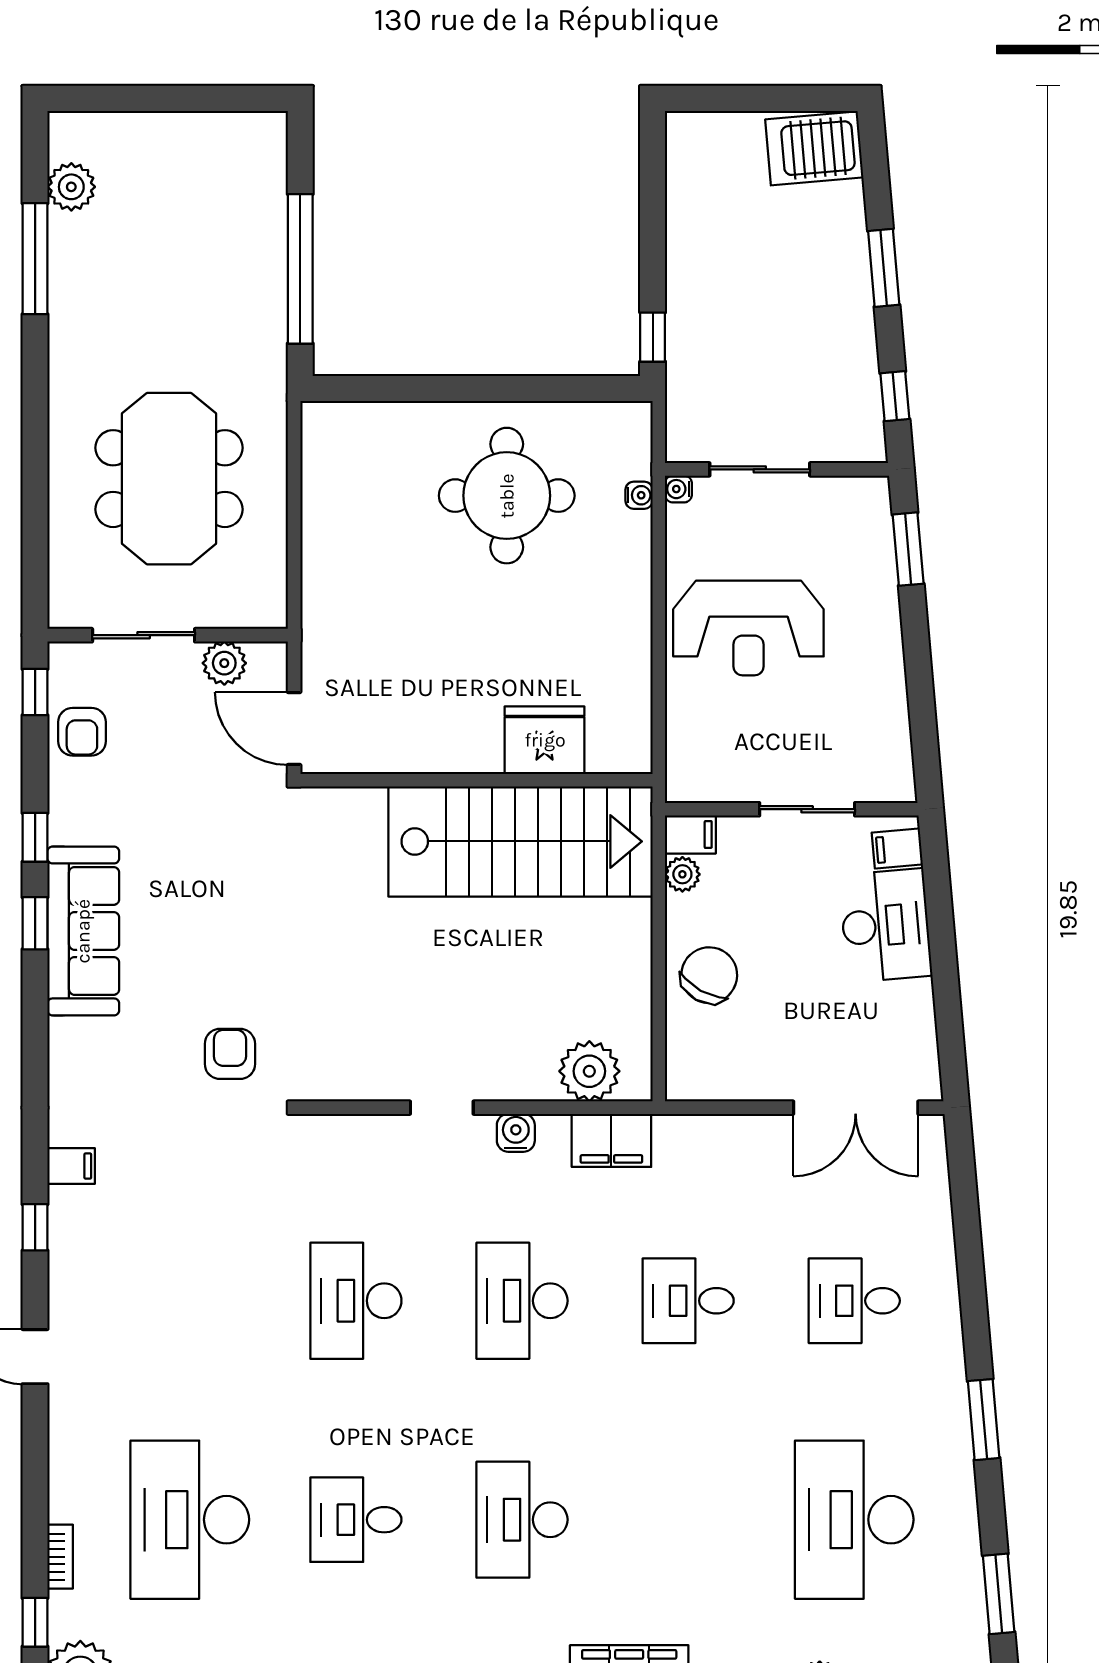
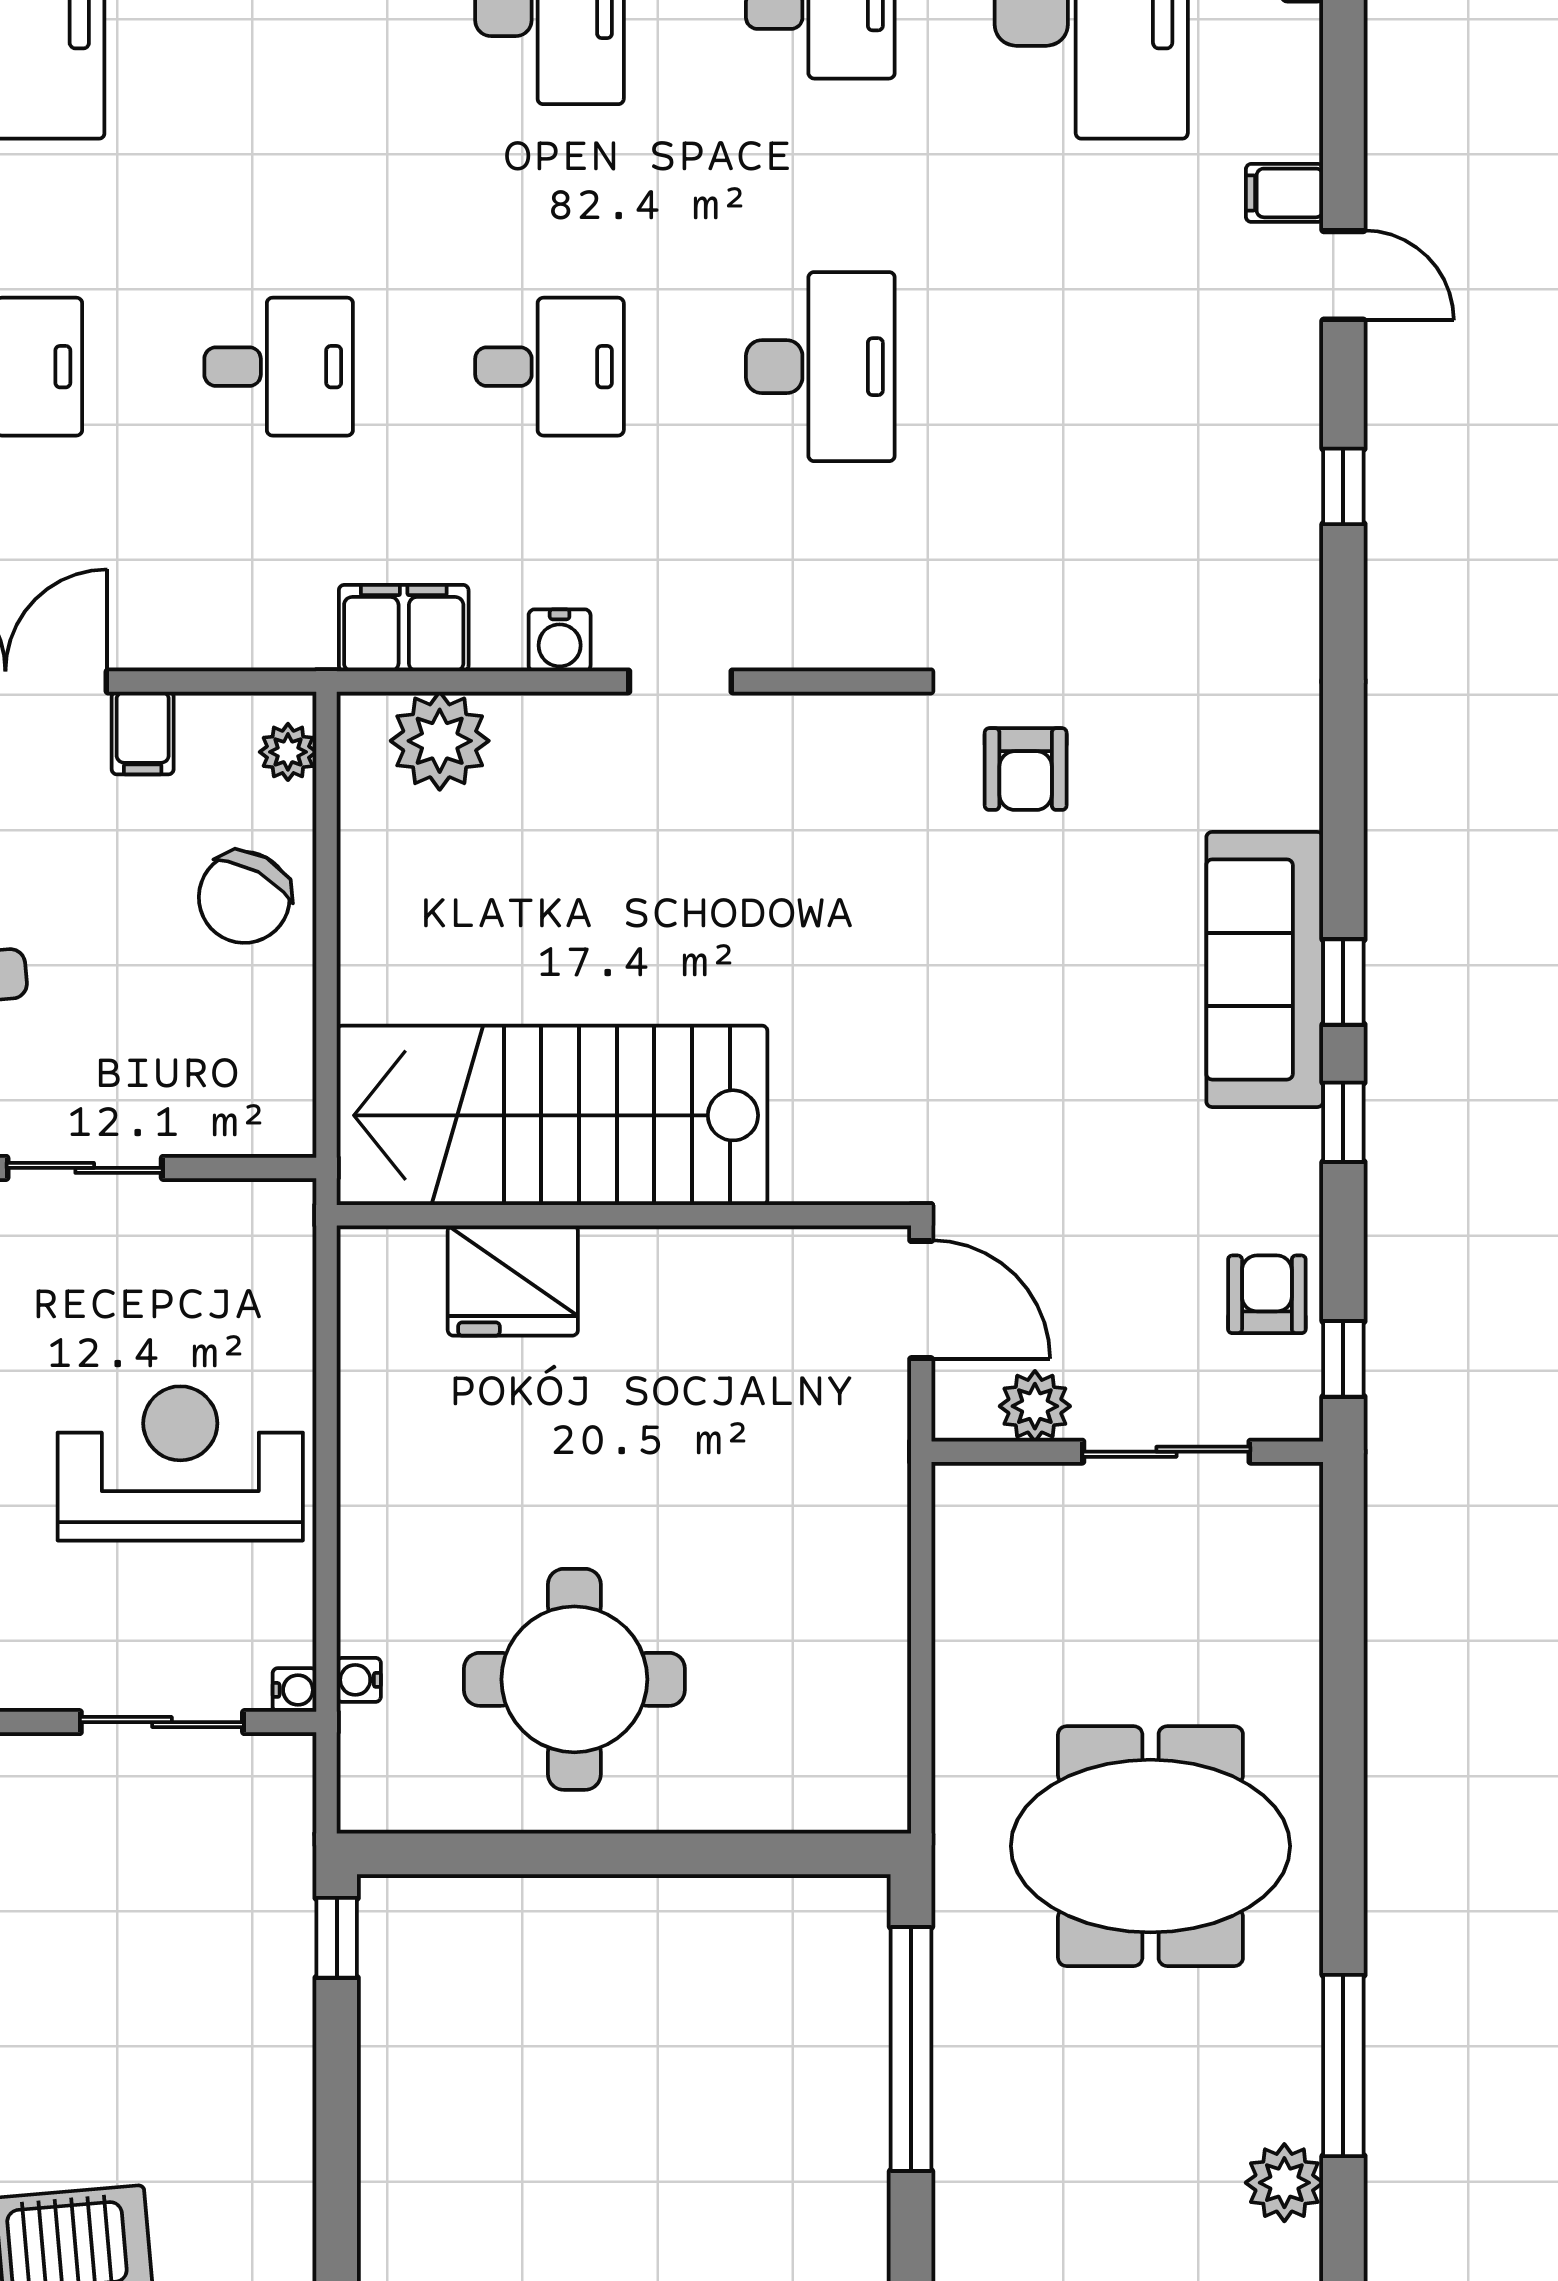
meeting table: (169, 479) -> (1150, 1846), moved, turned 90
filing cabinet: (690, 835) -> (143, 733), moved, turned -90
plant: (682, 874) -> (288, 752), moved
filing cabinet: (71, 1166) -> (1284, 193), moved
desk: (522, 1301) -> (549, 367), width x0.73

